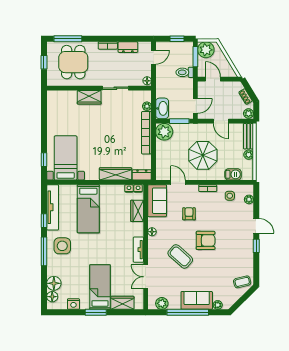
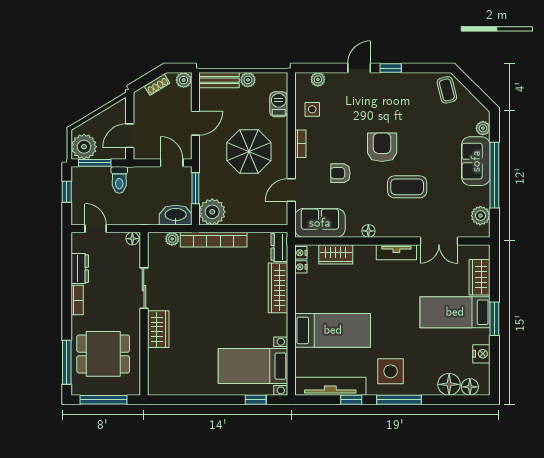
window: (44, 62) -> (103, 400), width x2.17
coffee table: (180, 256) -> (407, 187), turned 48

